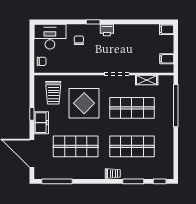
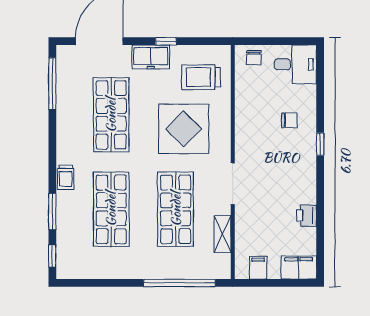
filing cabinet: (167, 29) -> (299, 268), width x2.00
printer: (107, 30) -> (307, 216), moved
desk: (50, 37) -> (295, 64), width x0.73

